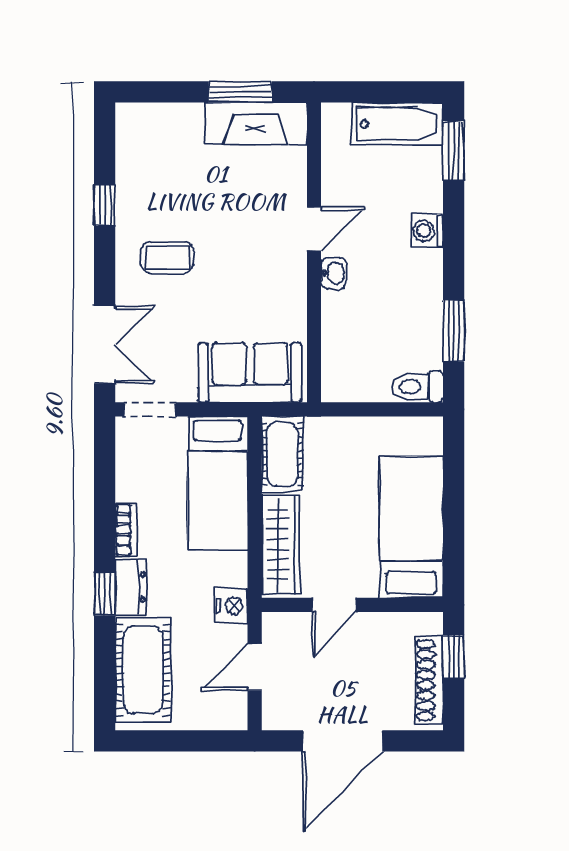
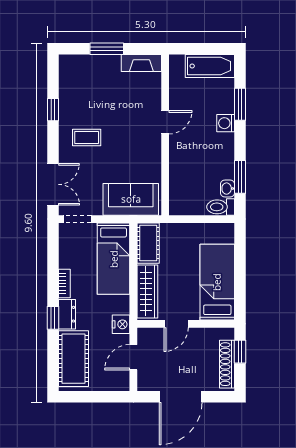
window: (240, 92) -> (107, 49), moved
fireplace: (256, 123) -> (141, 63), width x0.73, depth x0.76
window: (454, 151) -> (240, 104), moved
washbasin: (334, 273) -> (228, 189), moved, turned 180

